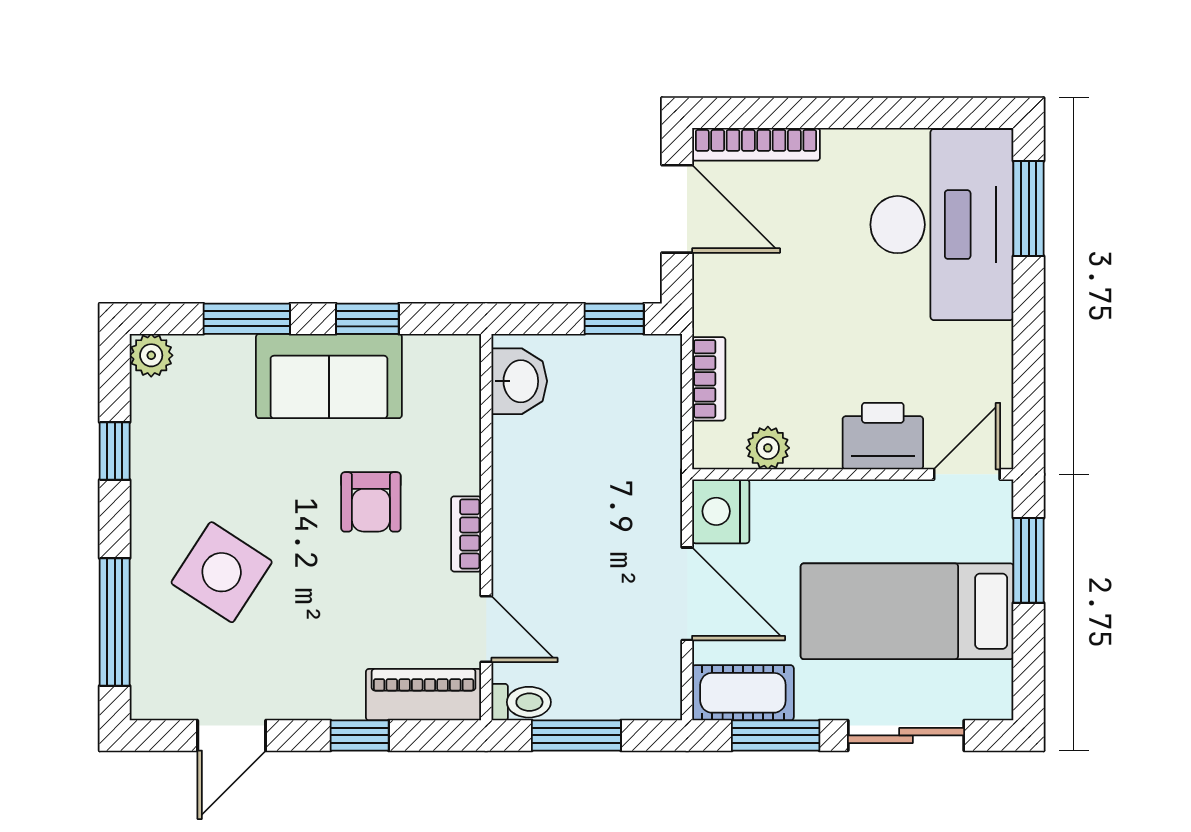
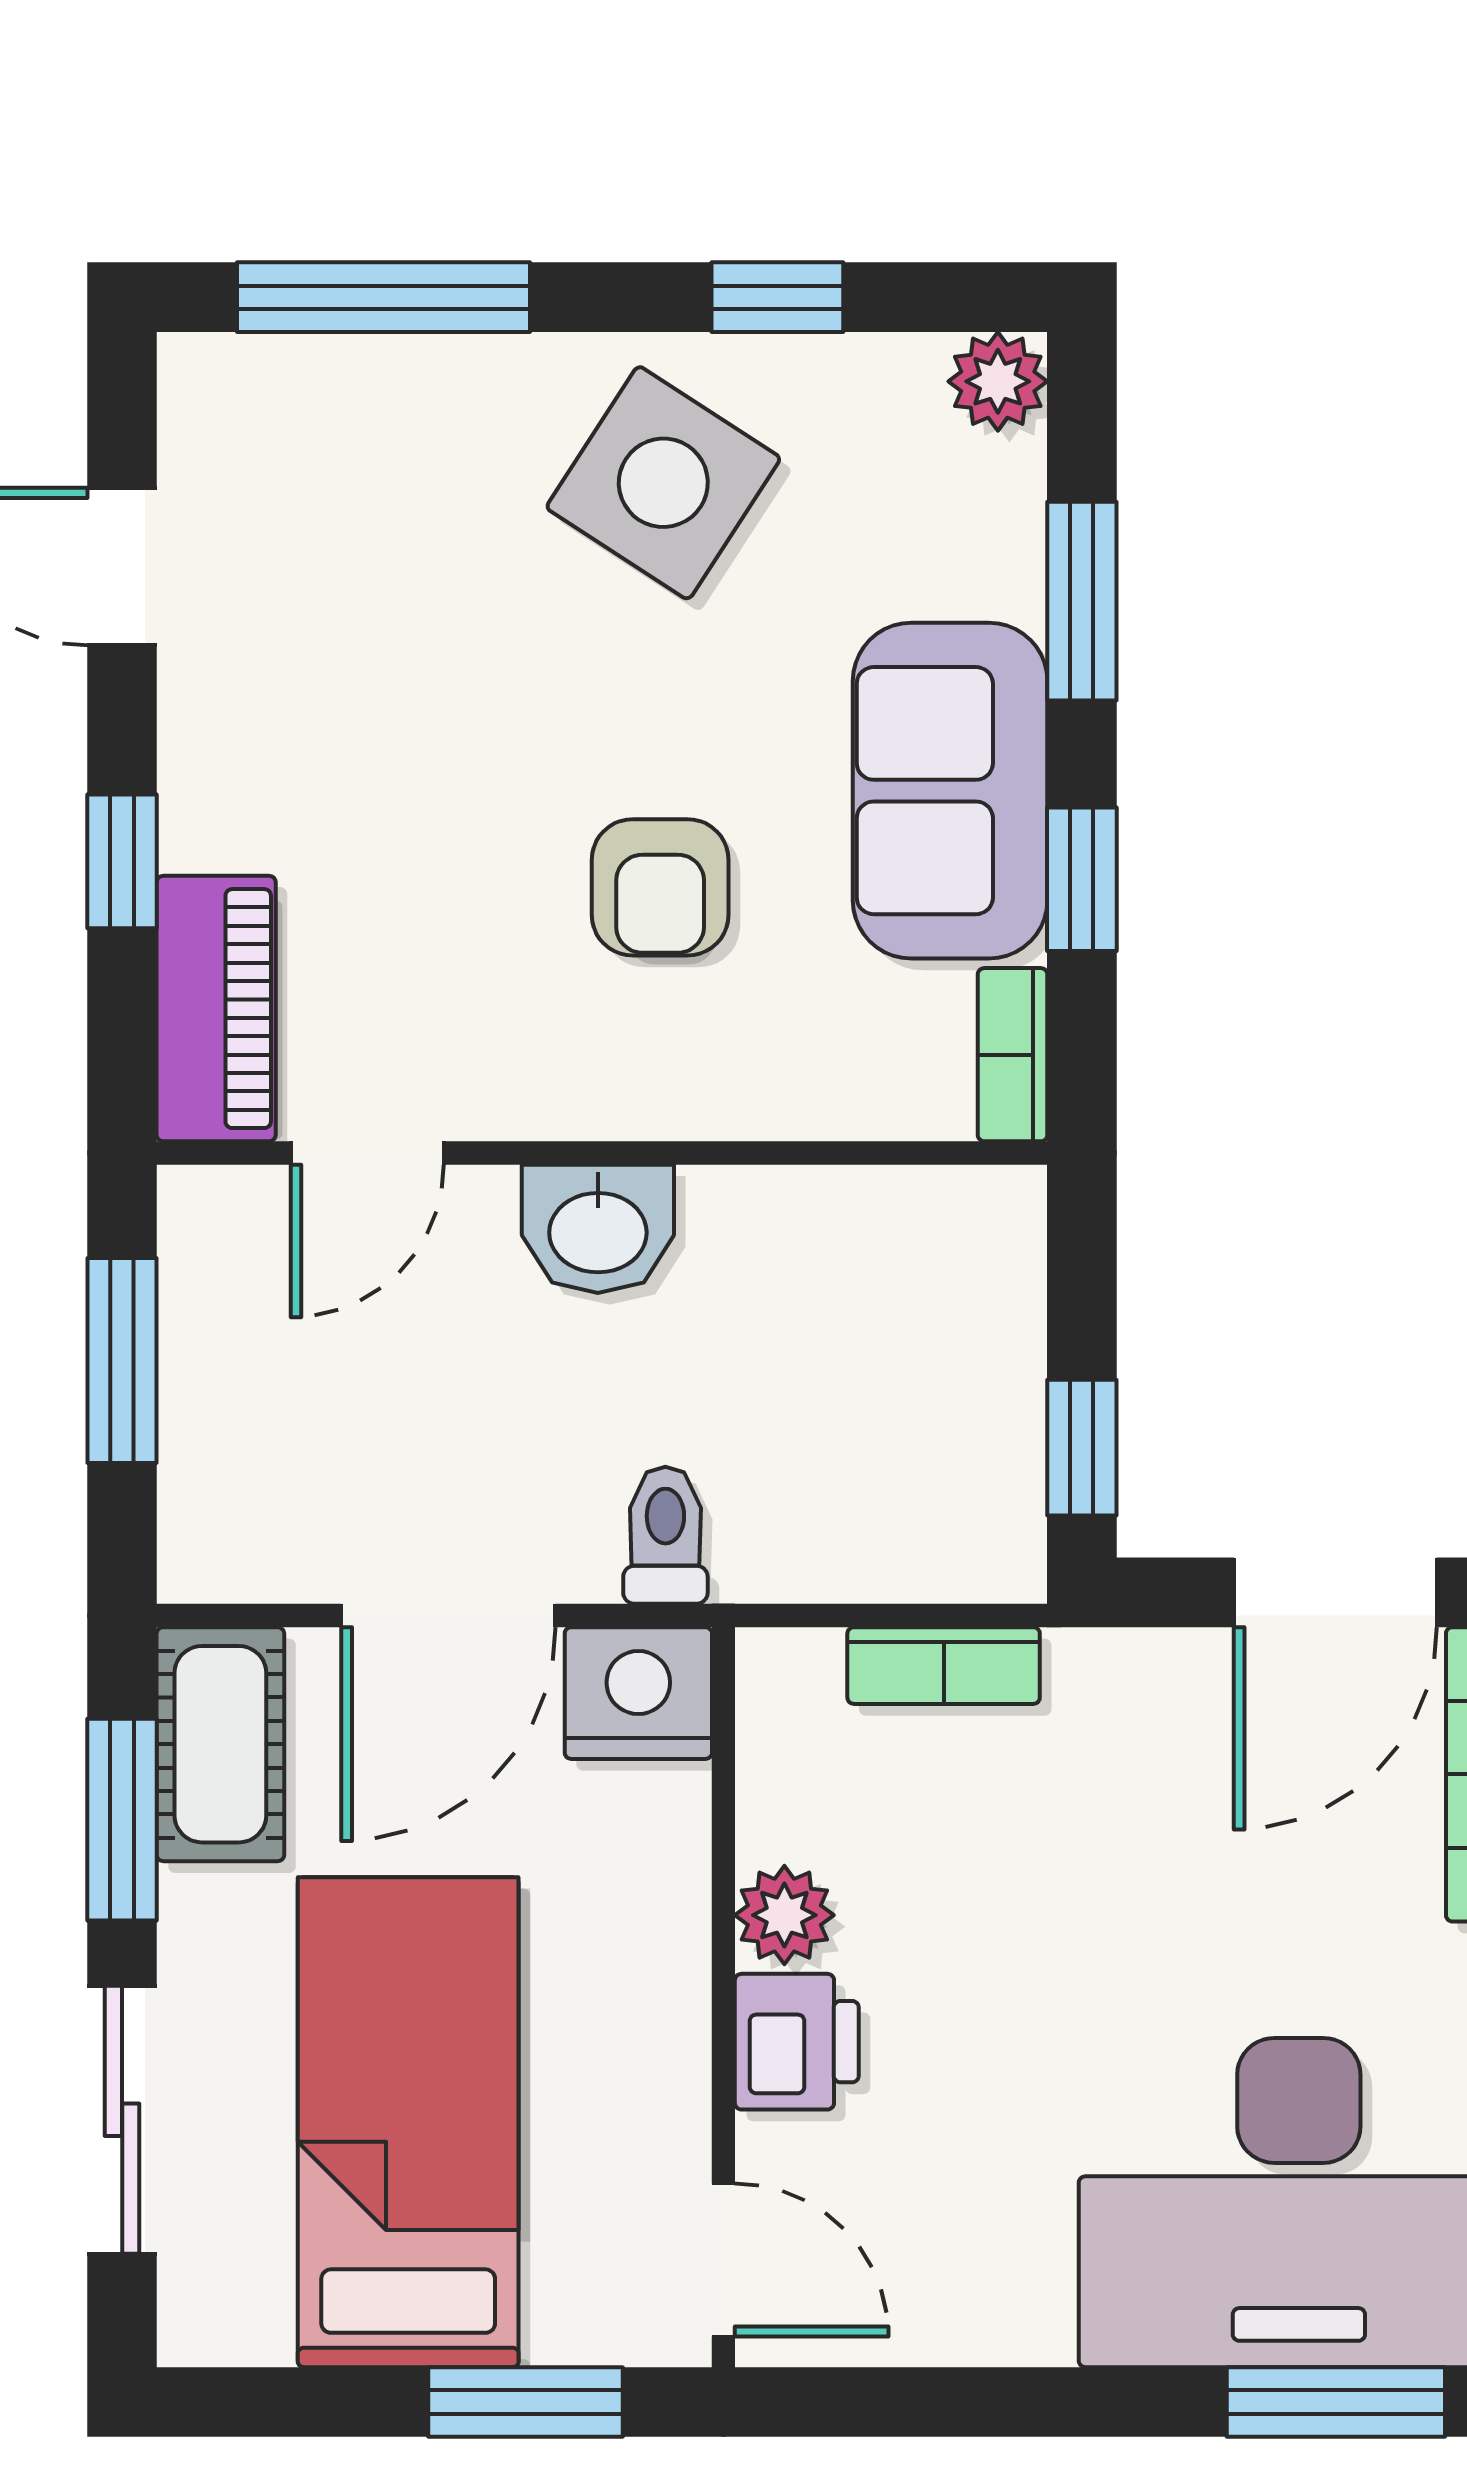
washbasin: (519, 381) -> (598, 1229), moved
printer: (883, 436) -> (797, 2042), width x0.73, depth x0.81
plant: (768, 448) -> (784, 1915), moved
armchair: (371, 502) -> (660, 887), turned -90
bookcase: (466, 534) -> (1013, 1055), moved, turned -90
side table: (222, 572) -> (663, 483), moved
toilet: (521, 702) -> (665, 1535), moved, turned 180

